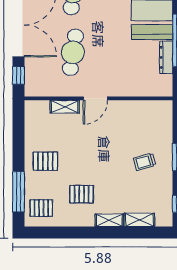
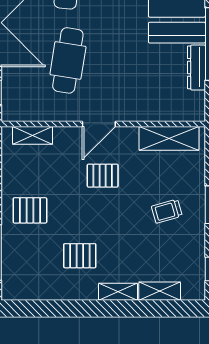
shelving: (65, 107) -> (33, 135), moved
shelving: (146, 109) -> (169, 138), added
pallet: (41, 208) -> (103, 176), moved

